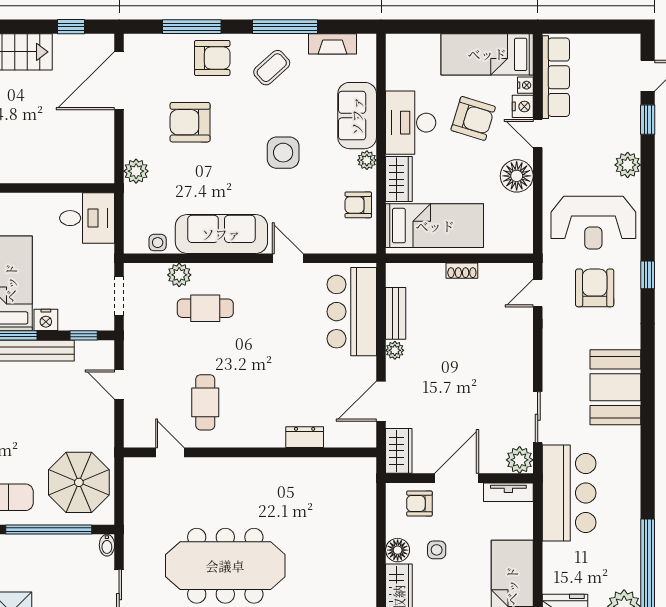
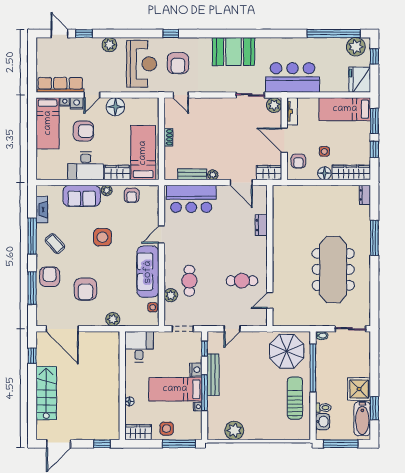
armchair: (473, 118) -> (83, 131), turned 73
armchair: (595, 288) -> (178, 63), turned -90

